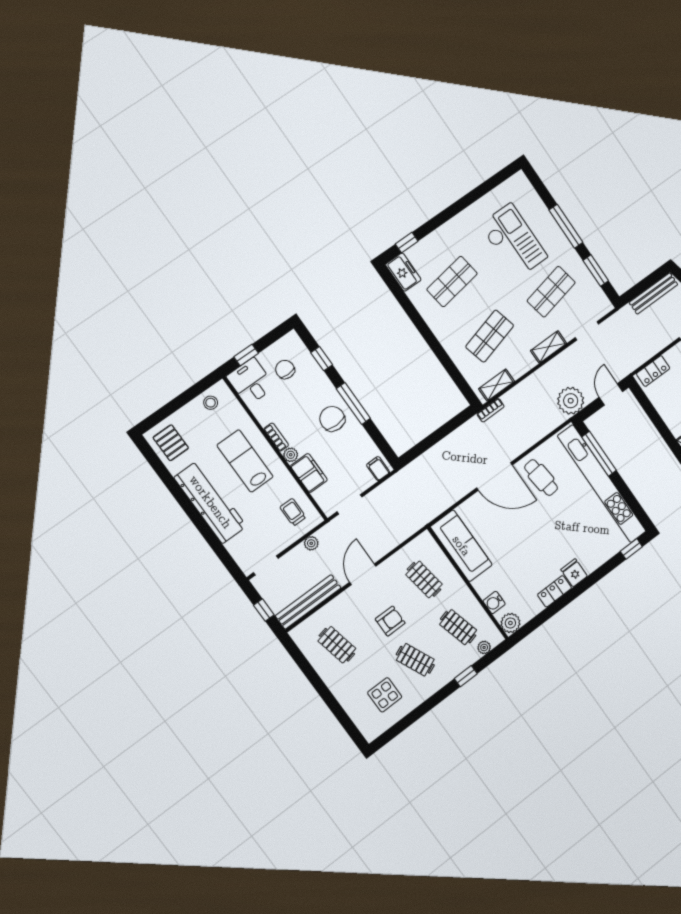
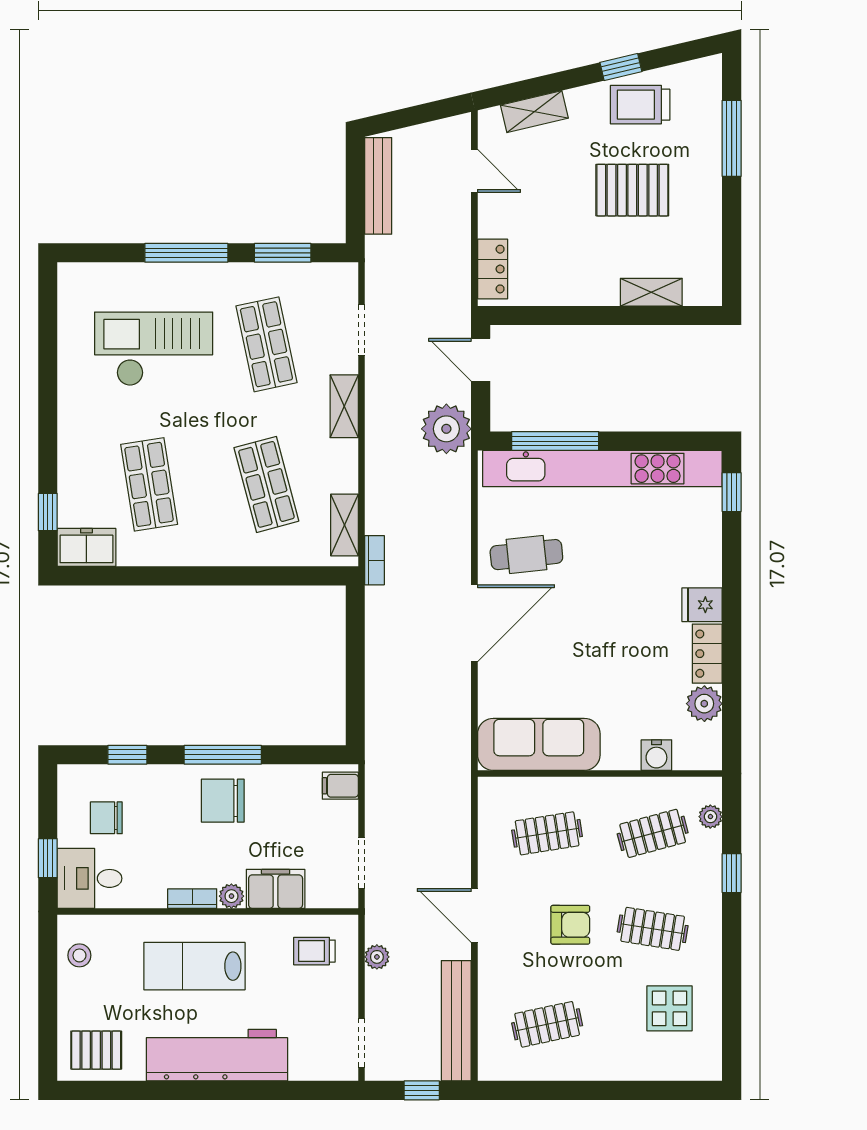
armchair: (390, 621) -> (570, 925), turned 90
plant: (510, 623) -> (704, 704), moved
clothes rail: (415, 660) -> (653, 929), turned 33

